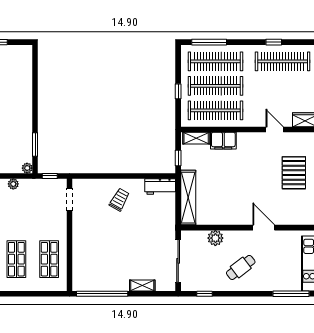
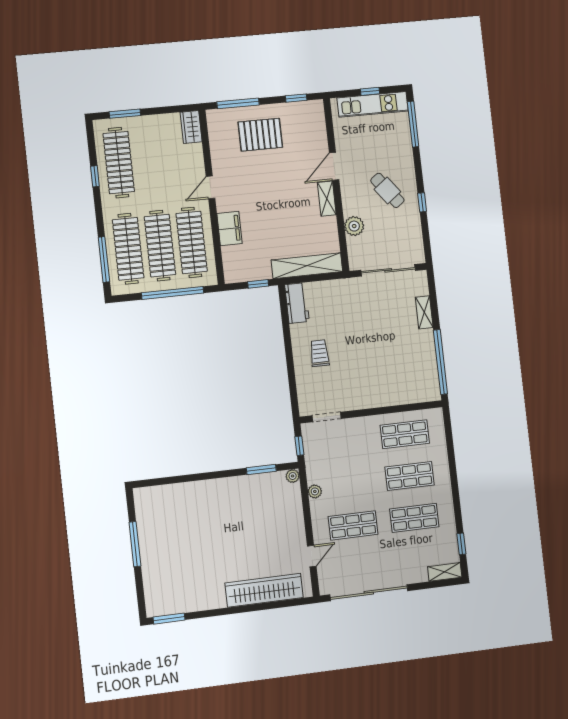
window: (178, 91) -> (173, 293), width x3.17
door: (275, 130) -> (210, 187), moved
shelving: (196, 138) -> (327, 199), moved
trolley: (119, 200) -> (319, 353), turned 61
window: (205, 294) -> (422, 202), moved

